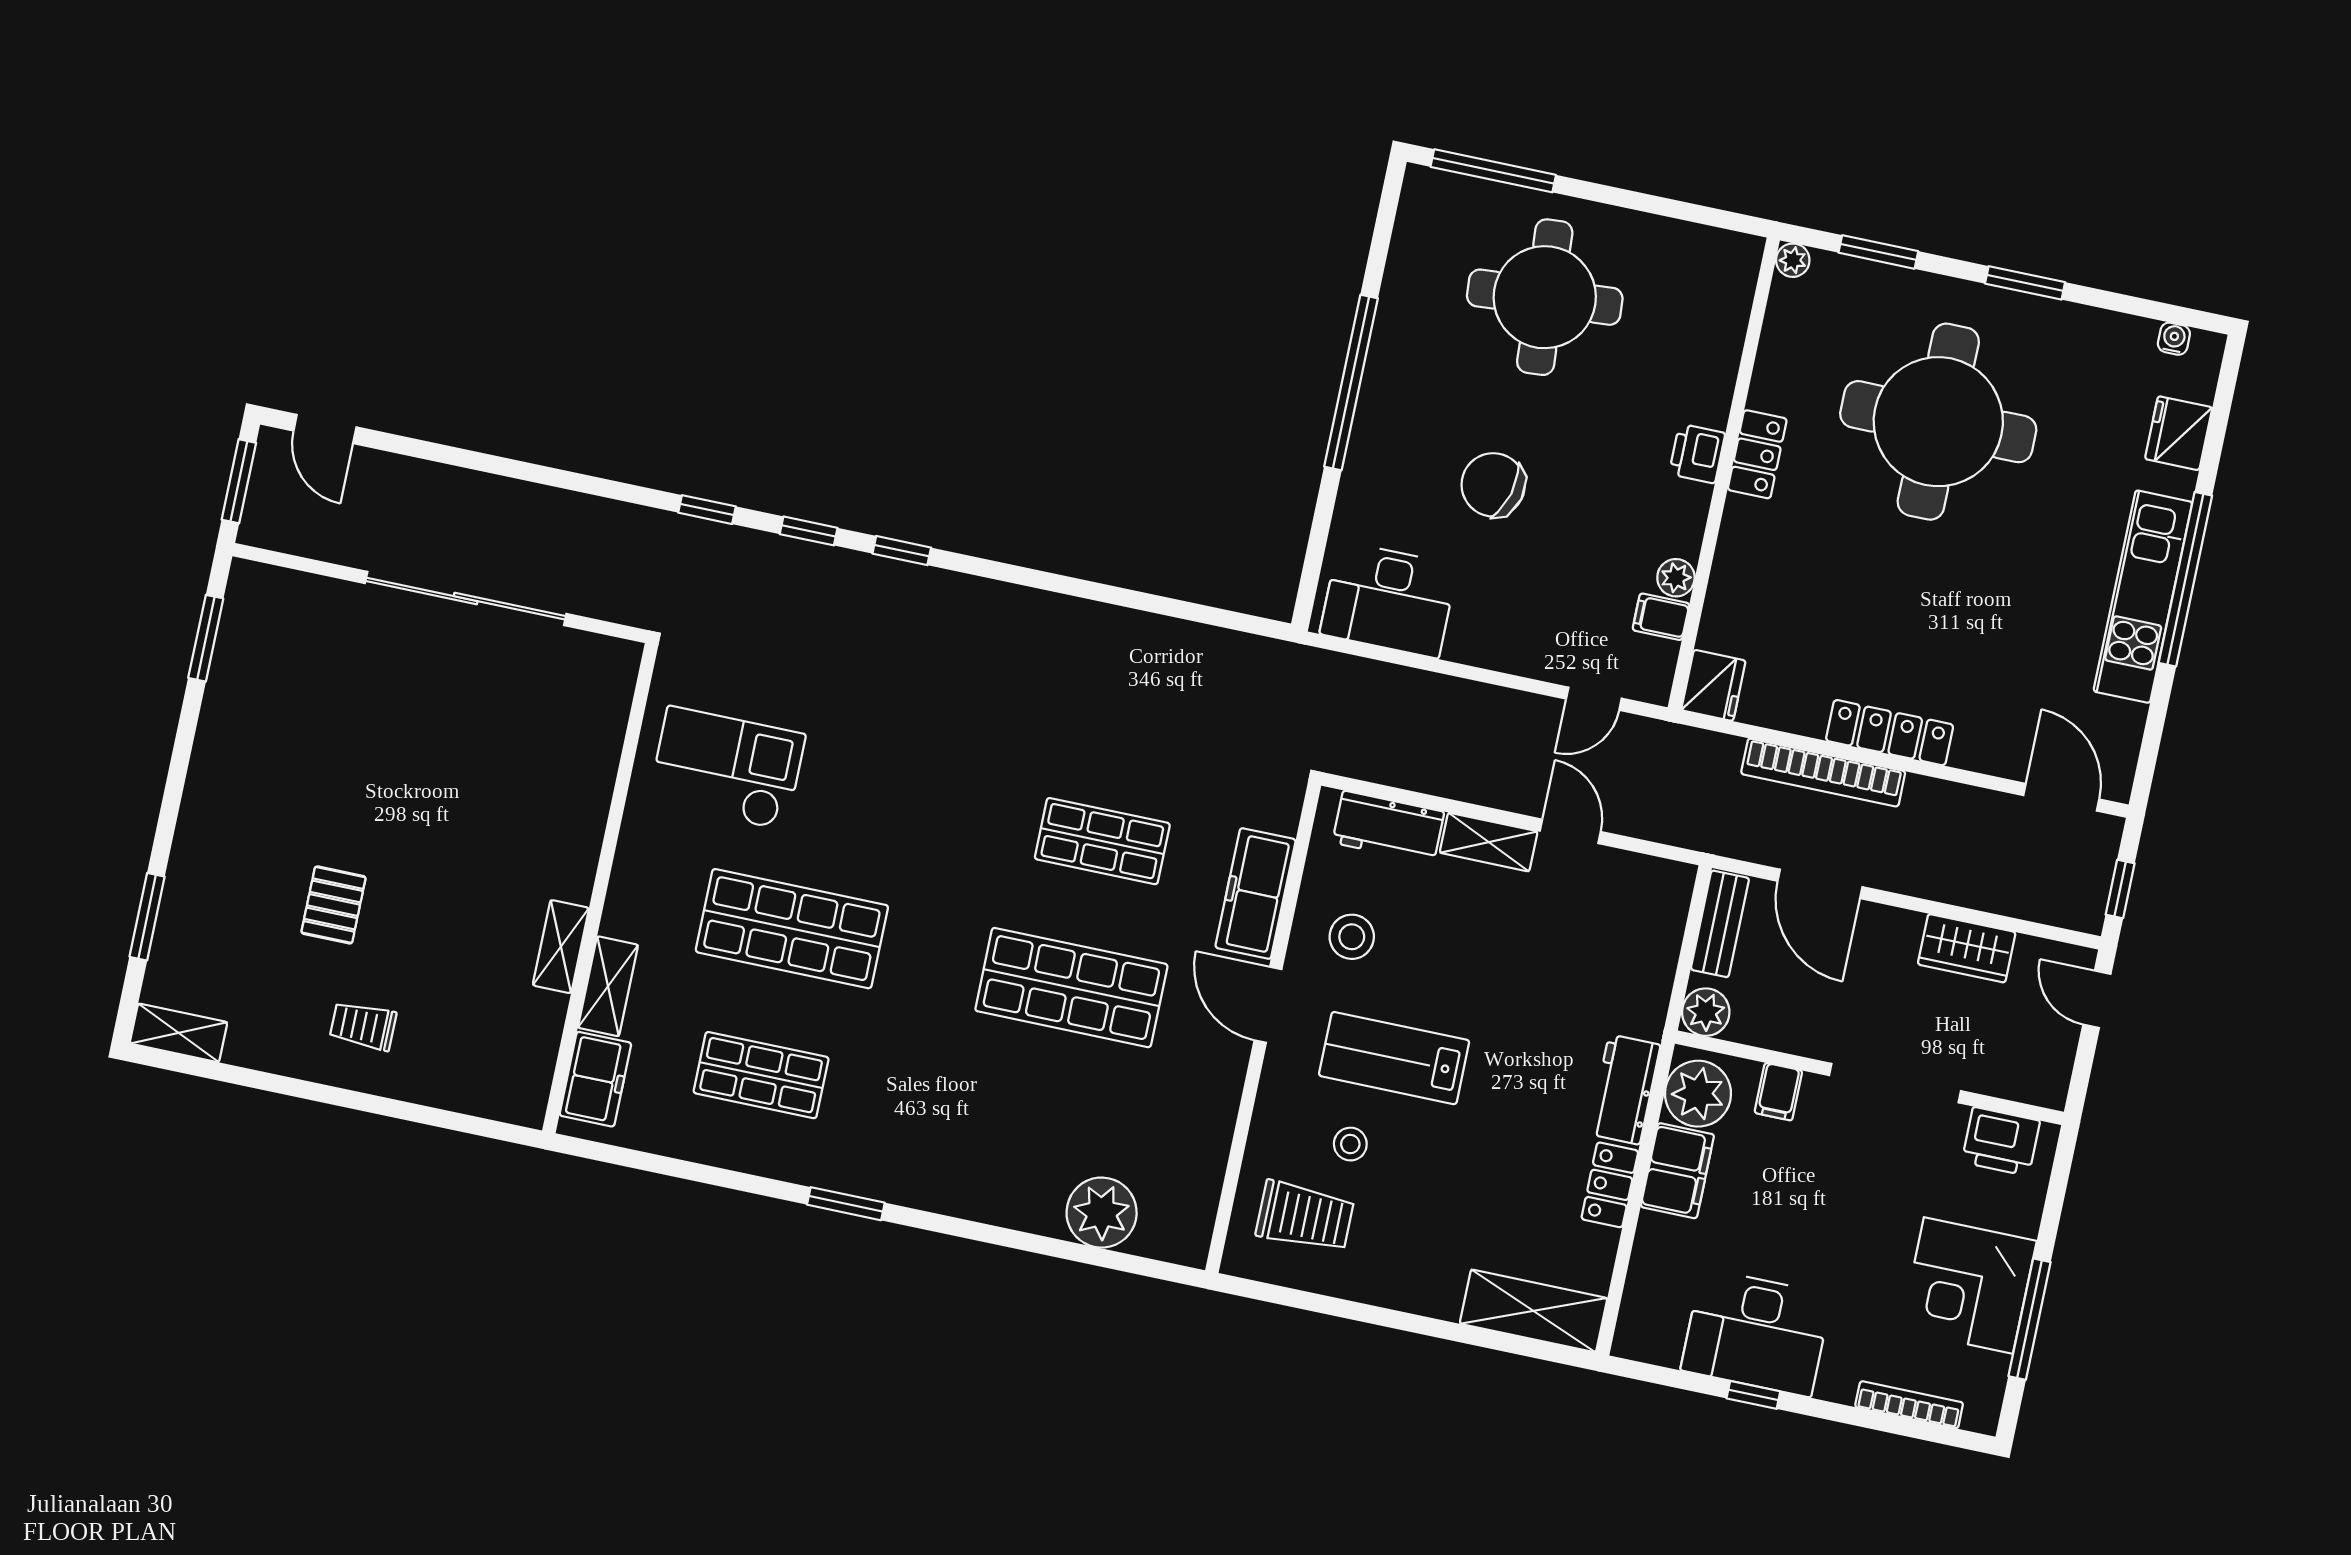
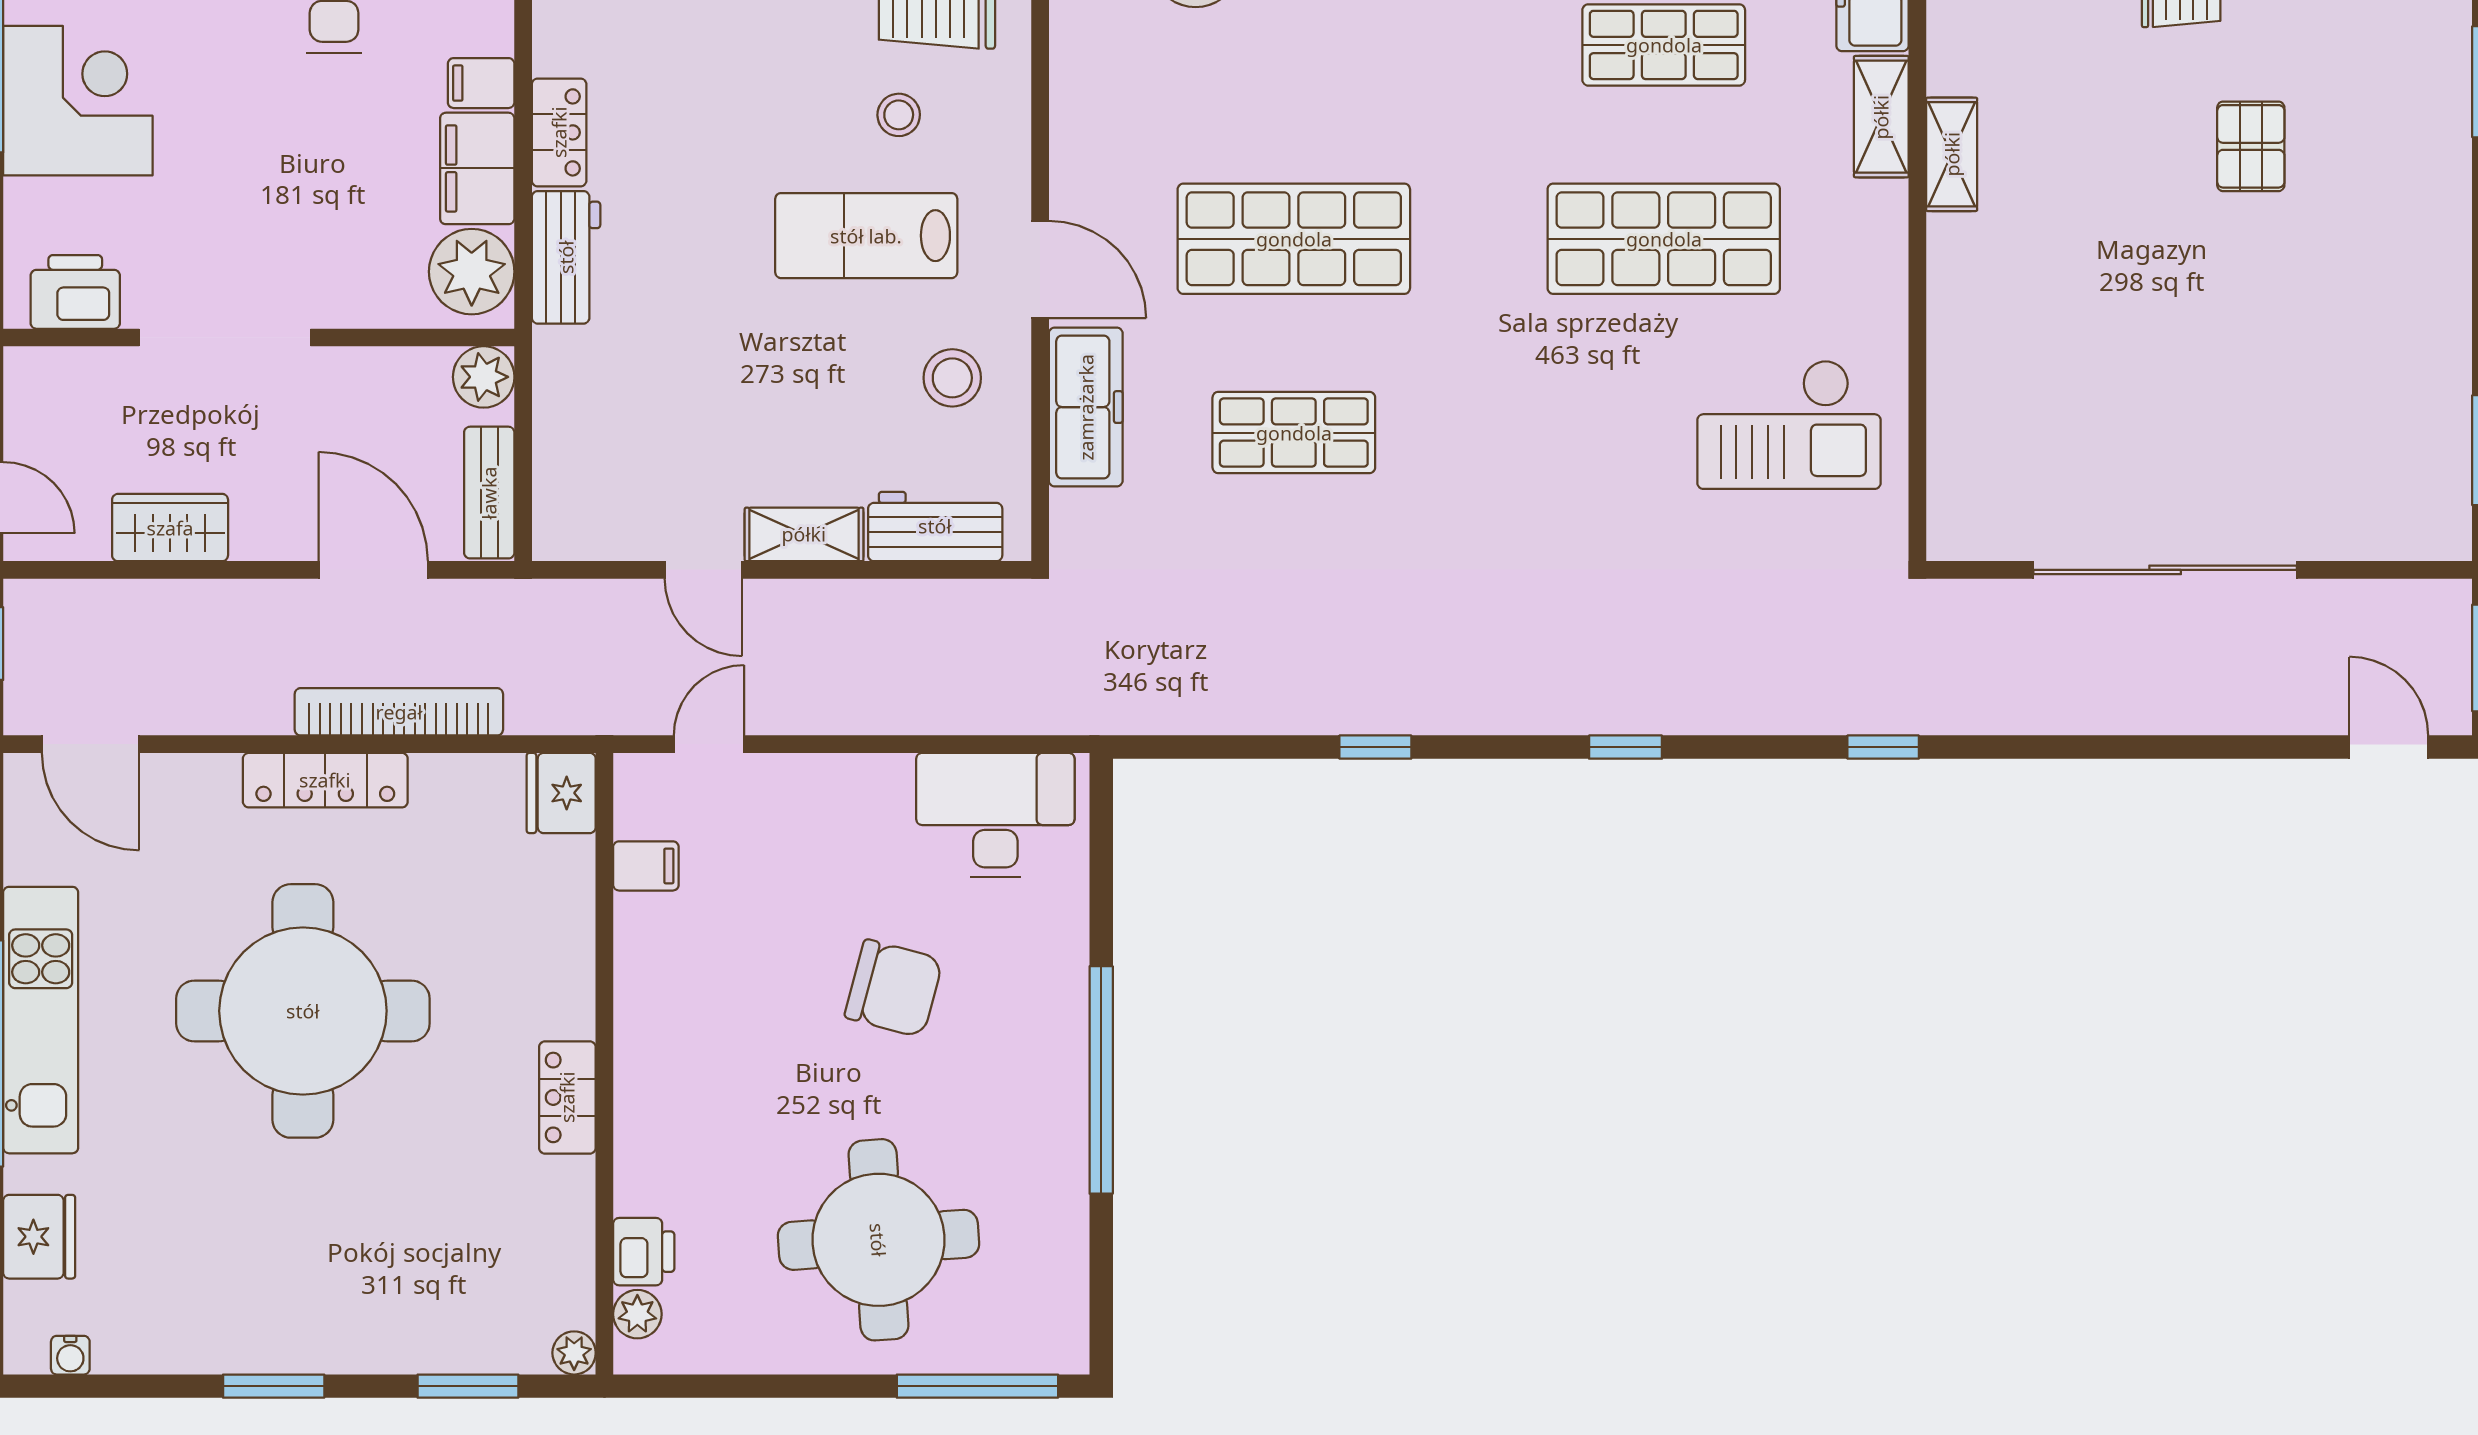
round table: (1938, 422) -> (303, 1011), moved
printer: (1697, 454) -> (644, 1252), moved
window: (809, 531) -> (1375, 747), moved
plant: (1676, 578) -> (637, 1314), moved
lab bench: (1394, 1058) -> (866, 236), turned 180
filing cabinet: (1778, 1092) -> (481, 83), moved, turned -90

